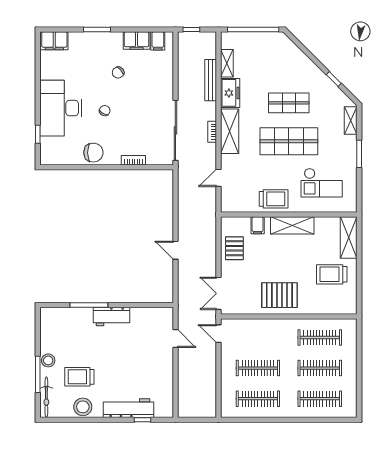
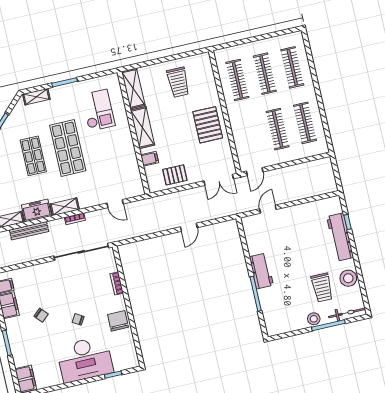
shelving: (230, 131) -> (65, 207), width x0.67, depth x0.75
trolley: (274, 199) -> (123, 150), removed
shelving: (349, 238) -> (133, 88), moved, turned 90

